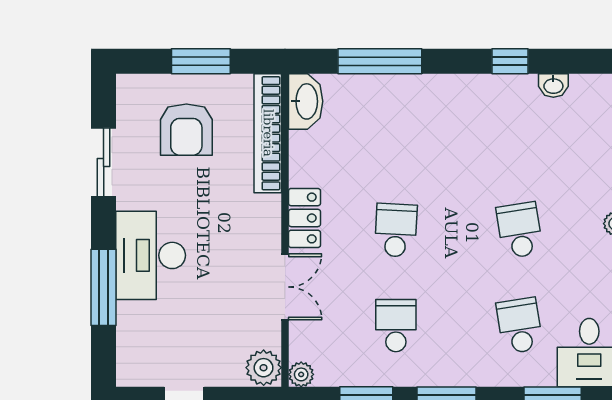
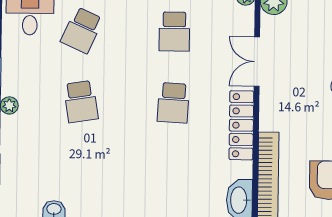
locker: (304, 218) -> (241, 125), width x1.53
school desk: (520, 326) -> (82, 30), turned 33

